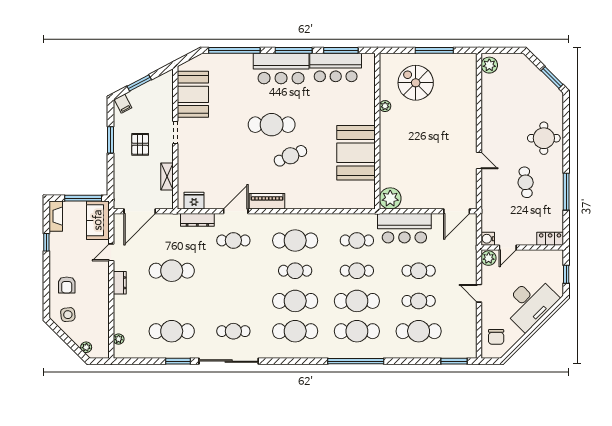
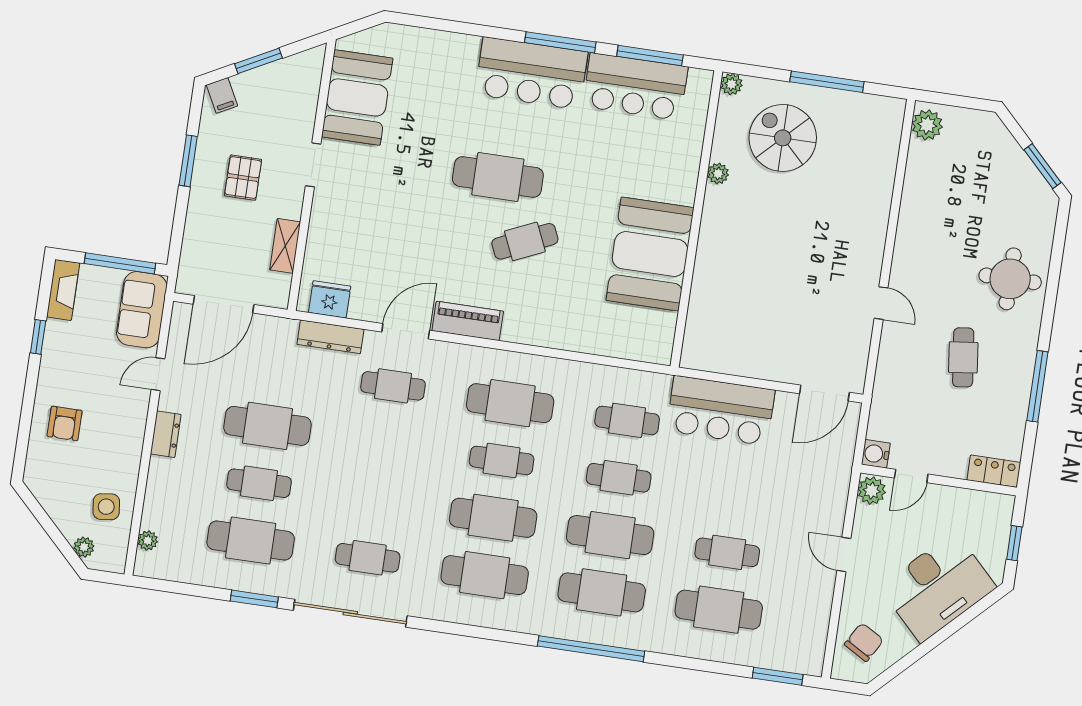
window: (234, 50) -> (448, 26), removed
plant: (390, 198) -> (732, 84), moved, width x0.53, depth x0.53
cafe table: (419, 271) -> (259, 483), moved
side table: (68, 315) -> (106, 507), moved
chair: (496, 337) -> (864, 642), turned -150

